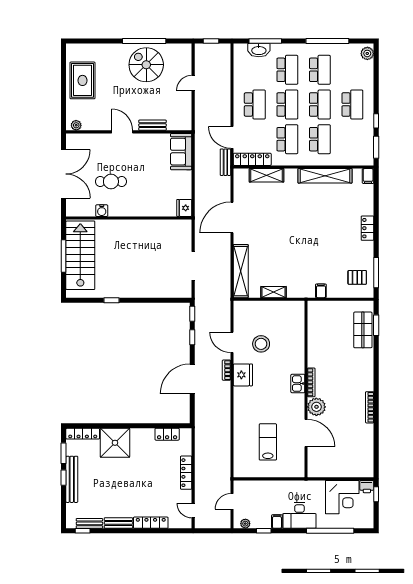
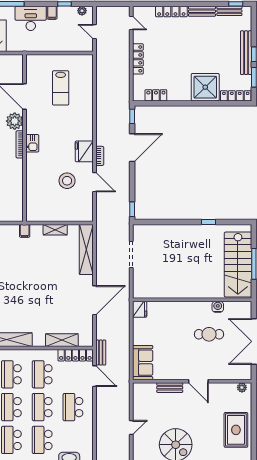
filing cabinet: (321, 291) -> (25, 231), moved
window: (192, 337) -> (132, 116), moved
door: (232, 501) -> (95, 32), swing flipped

